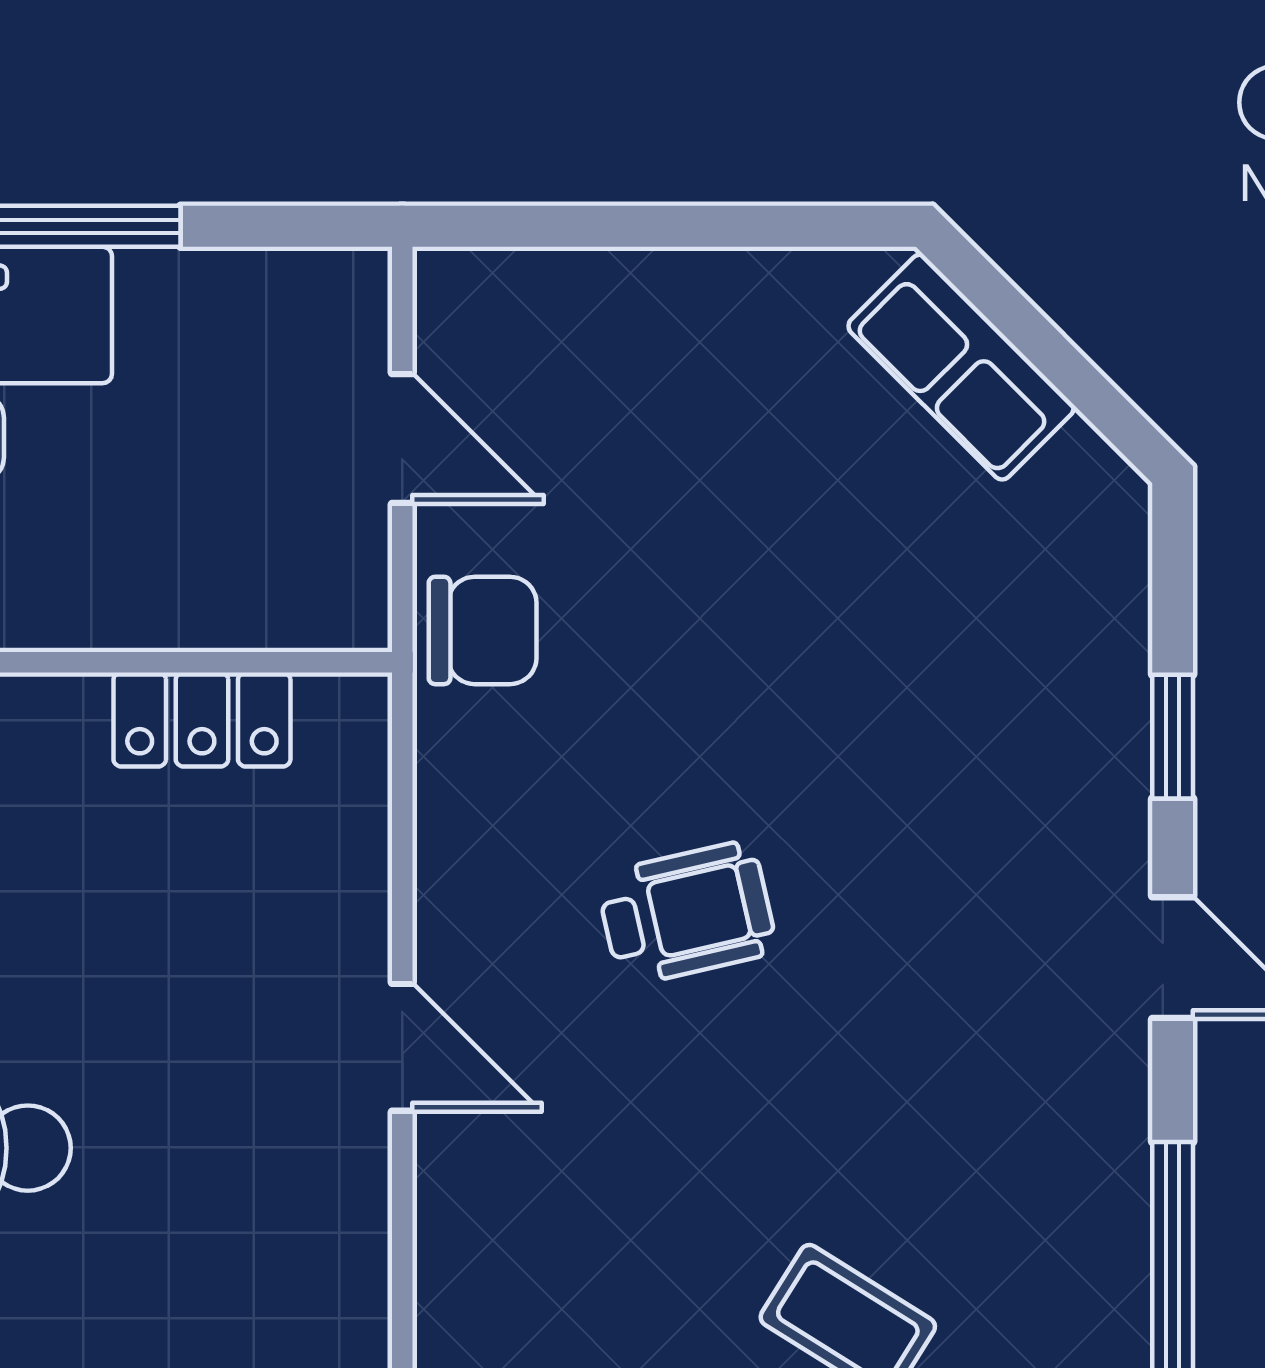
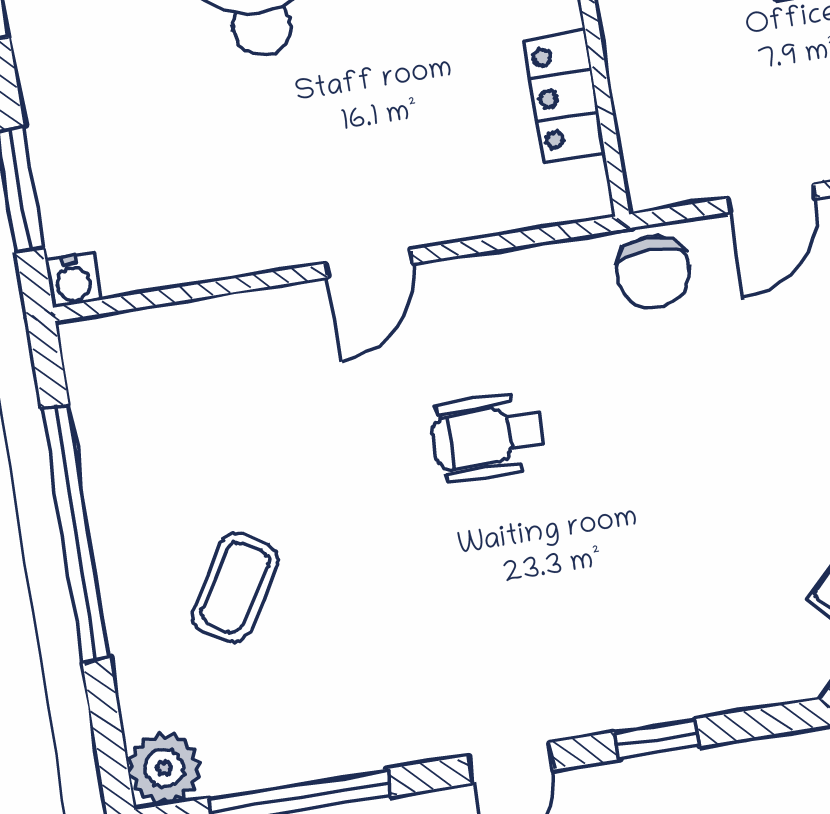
wheelchair: (687, 913) -> (488, 437), turned 103

